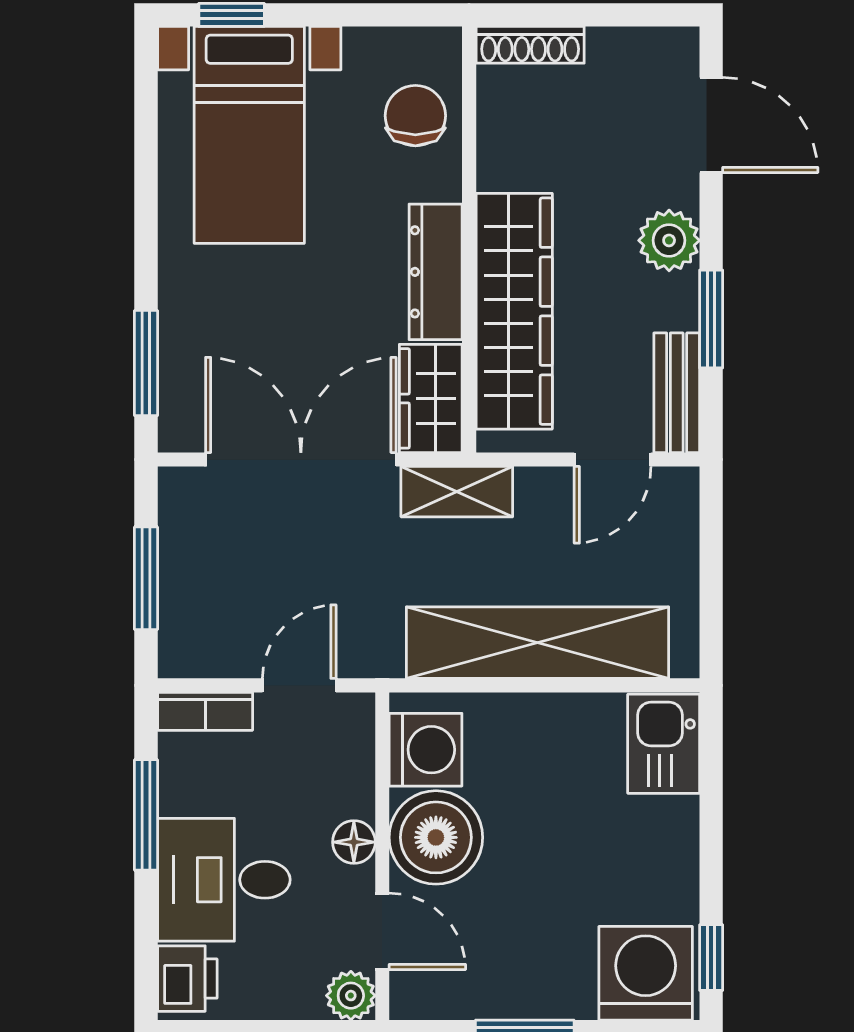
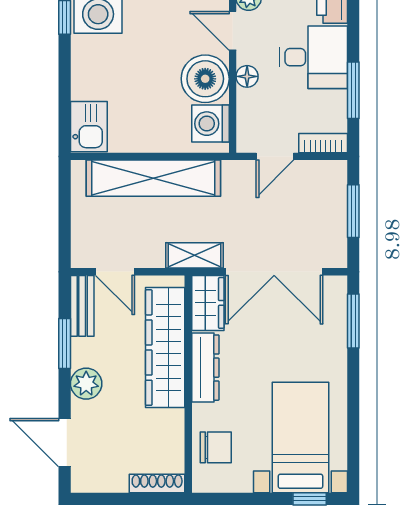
chair: (415, 116) -> (216, 447), turned -90
door: (613, 460) -> (115, 272), swing flipped

